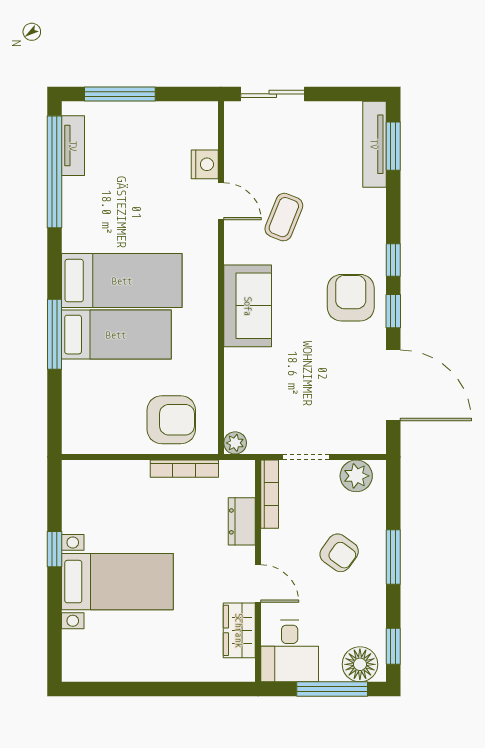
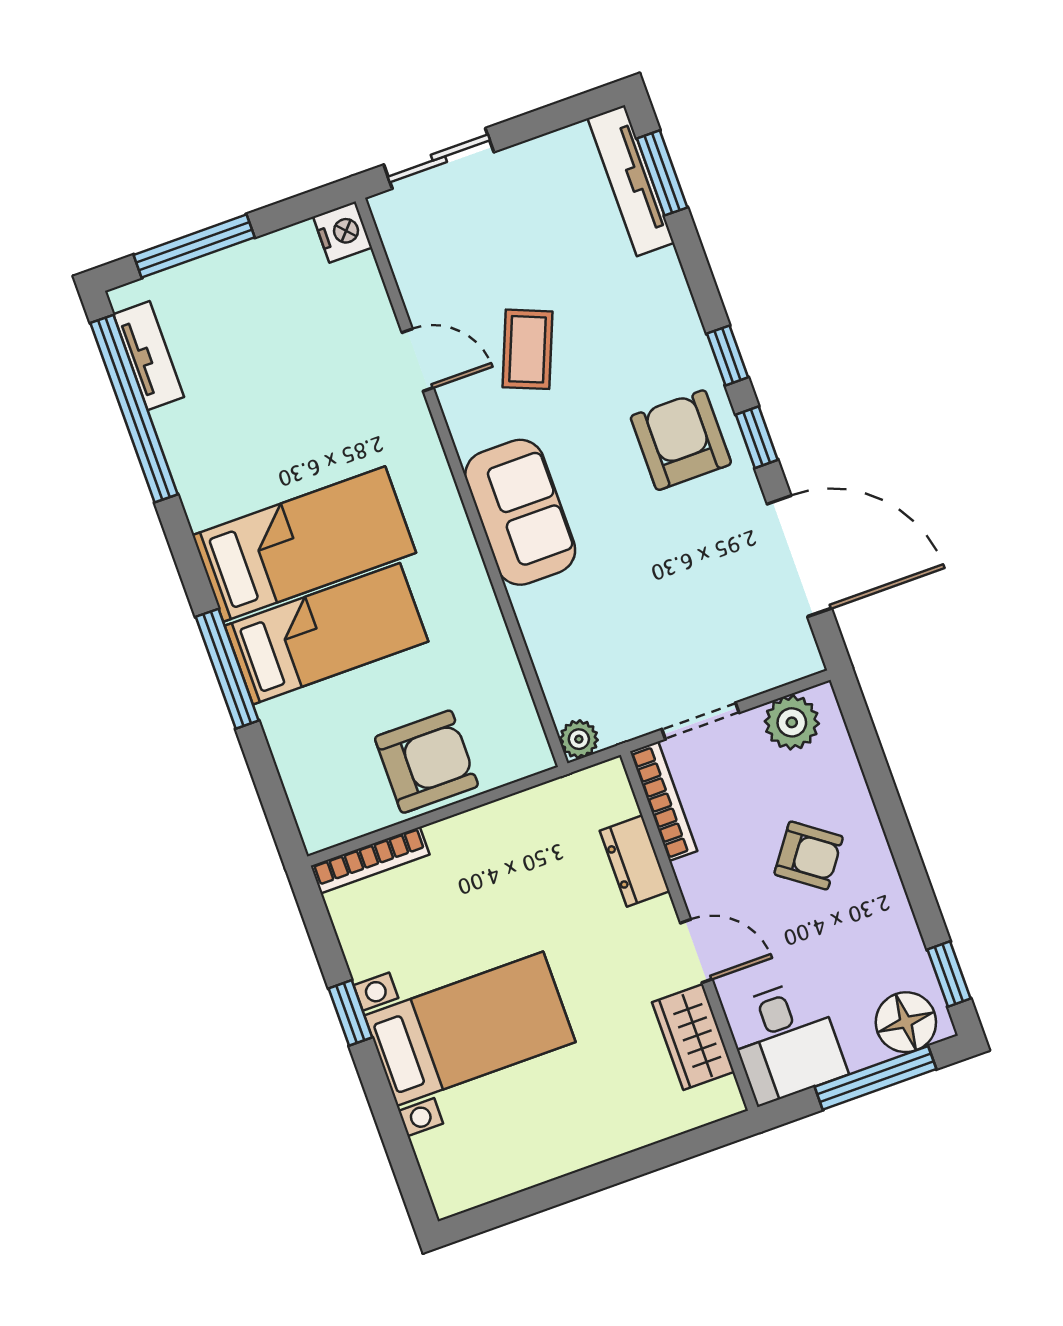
nightstand: (205, 164) -> (343, 232), moved
armchair: (171, 420) -> (426, 762), moved
bookcase: (184, 469) -> (370, 860), moved
window: (393, 557) -> (898, 831), removed

